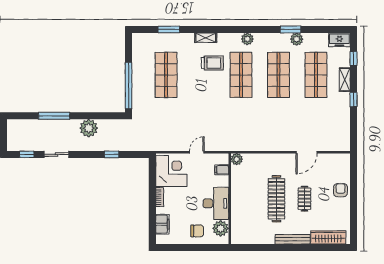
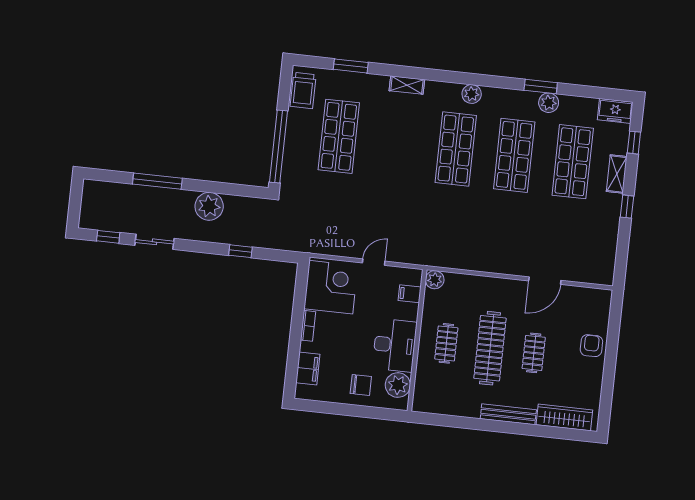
trolley: (212, 63) -> (303, 91), moved, turned 90
clothes rail: (248, 199) -> (446, 343), added

